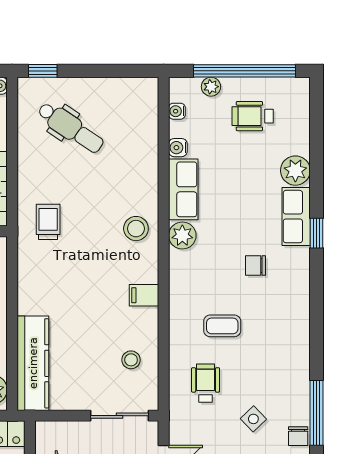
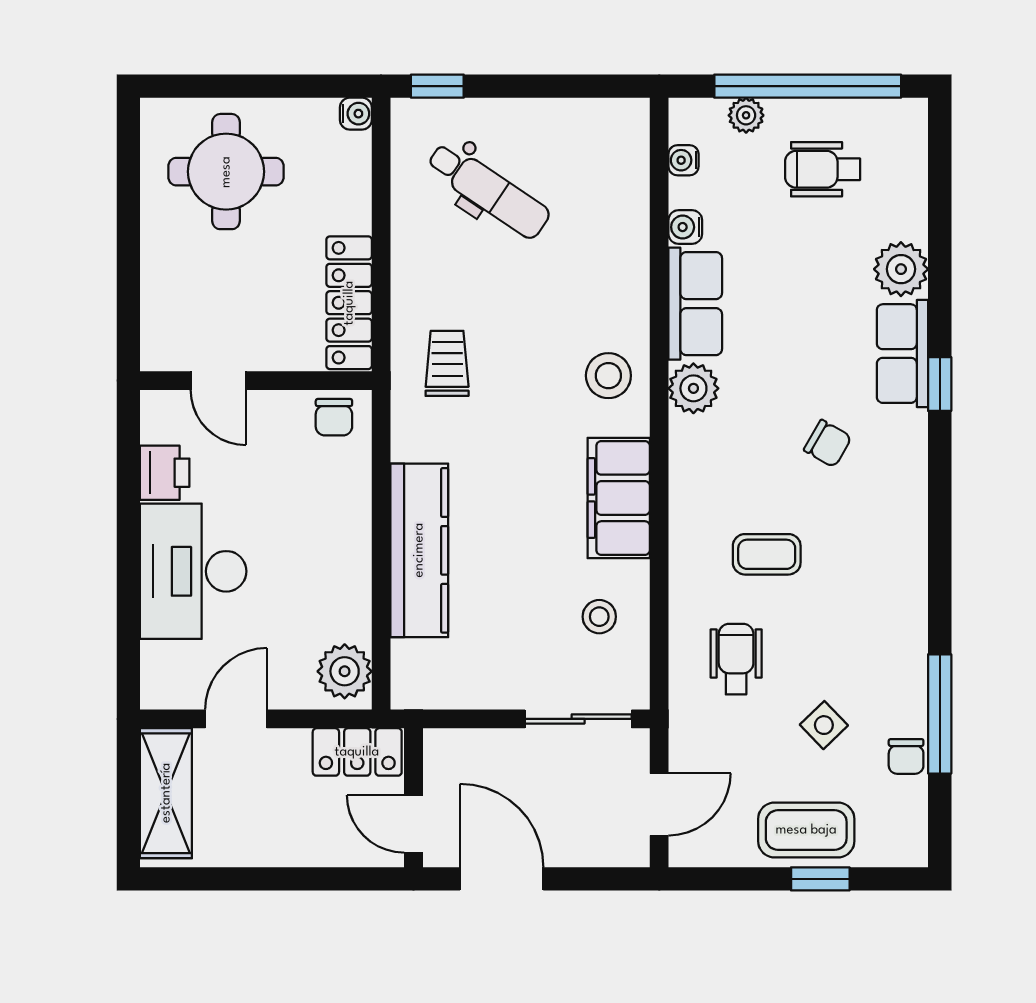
chair: (255, 266) -> (828, 444), turned -150
filing cabinet: (144, 295) -> (619, 498), width x3.00, depth x1.17
kitchen counter: (33, 363) -> (419, 550), moved

